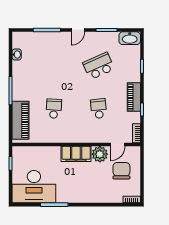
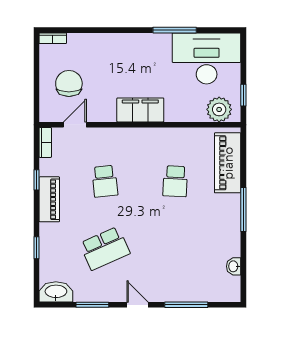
door: (78, 30) -> (137, 305), hinge flipped
plant: (100, 154) -> (219, 109), moved
chair: (121, 171) -> (69, 83), turned 180

